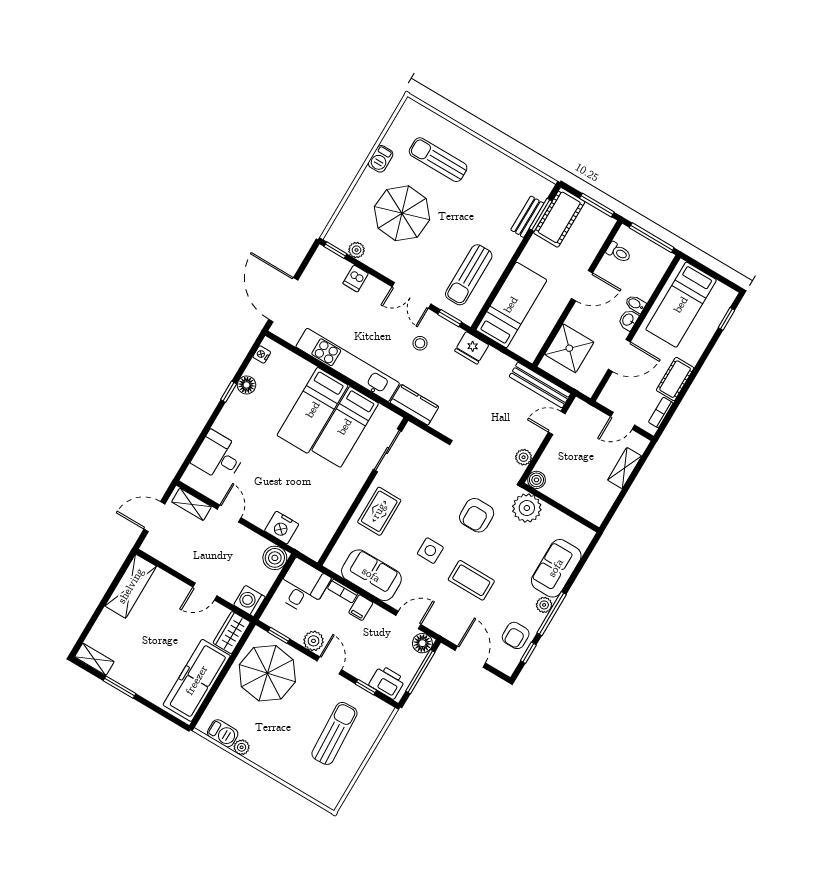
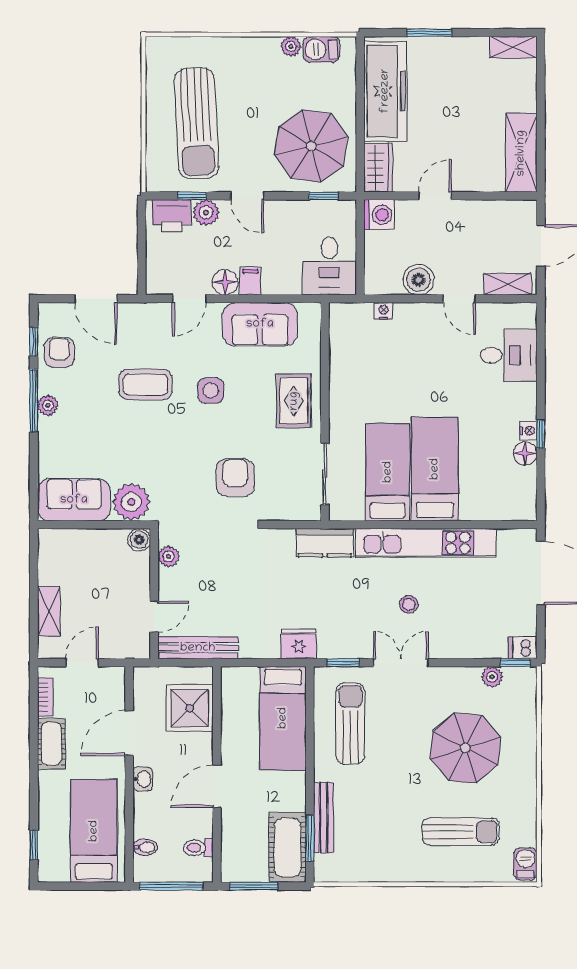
barbecue: (381, 159) -> (525, 864), moved
bench: (527, 217) -> (324, 818), width x1.36
dishwasher: (356, 278) -> (523, 648), moved, turned -90
bidet: (636, 304) -> (145, 847), moved
stool: (420, 343) -> (409, 604), moved
nightstand: (262, 355) -> (528, 431), moved
armchair: (477, 515) -> (235, 478), moved
nightstand: (282, 528) -> (384, 311), width x0.53, depth x0.56
boiler: (275, 558) -> (419, 280), moved
sofa: (556, 568) -> (74, 500), moved, turned -90
bookcase: (343, 591) -> (282, 287), removed
plant: (313, 641) -> (206, 213), moved
floor lamp: (422, 643) -> (225, 282), moved
window: (420, 672) -> (142, 249), removed
window: (119, 687) -> (429, 33), moved
sun lounger: (335, 733) -> (196, 123), width x1.36, depth x1.34

